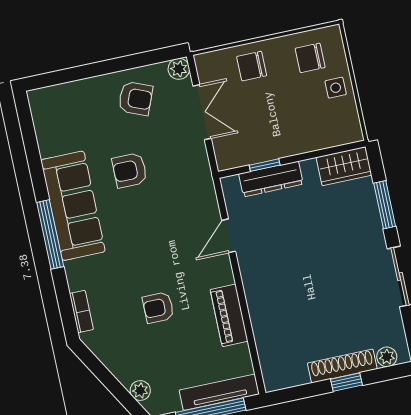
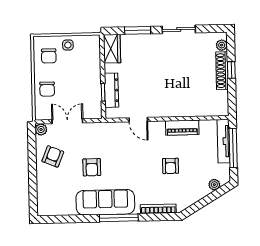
bookcase: (81, 312) -> (158, 209), width x1.56

